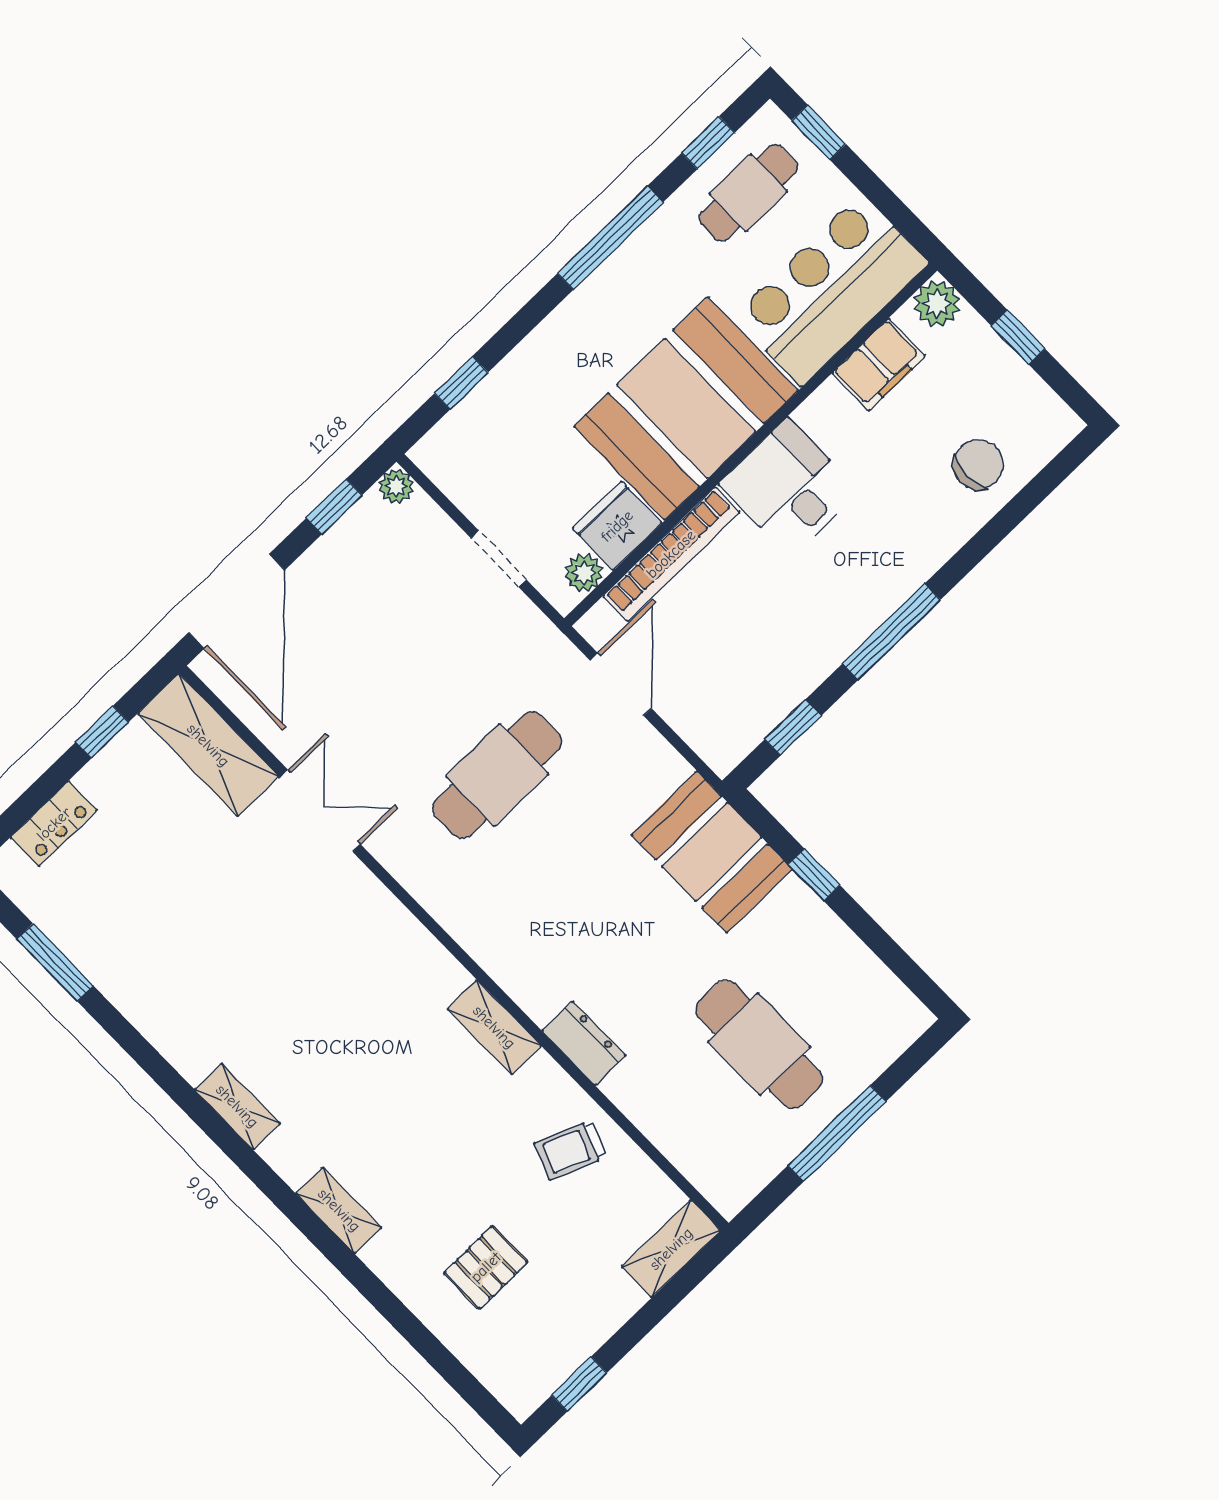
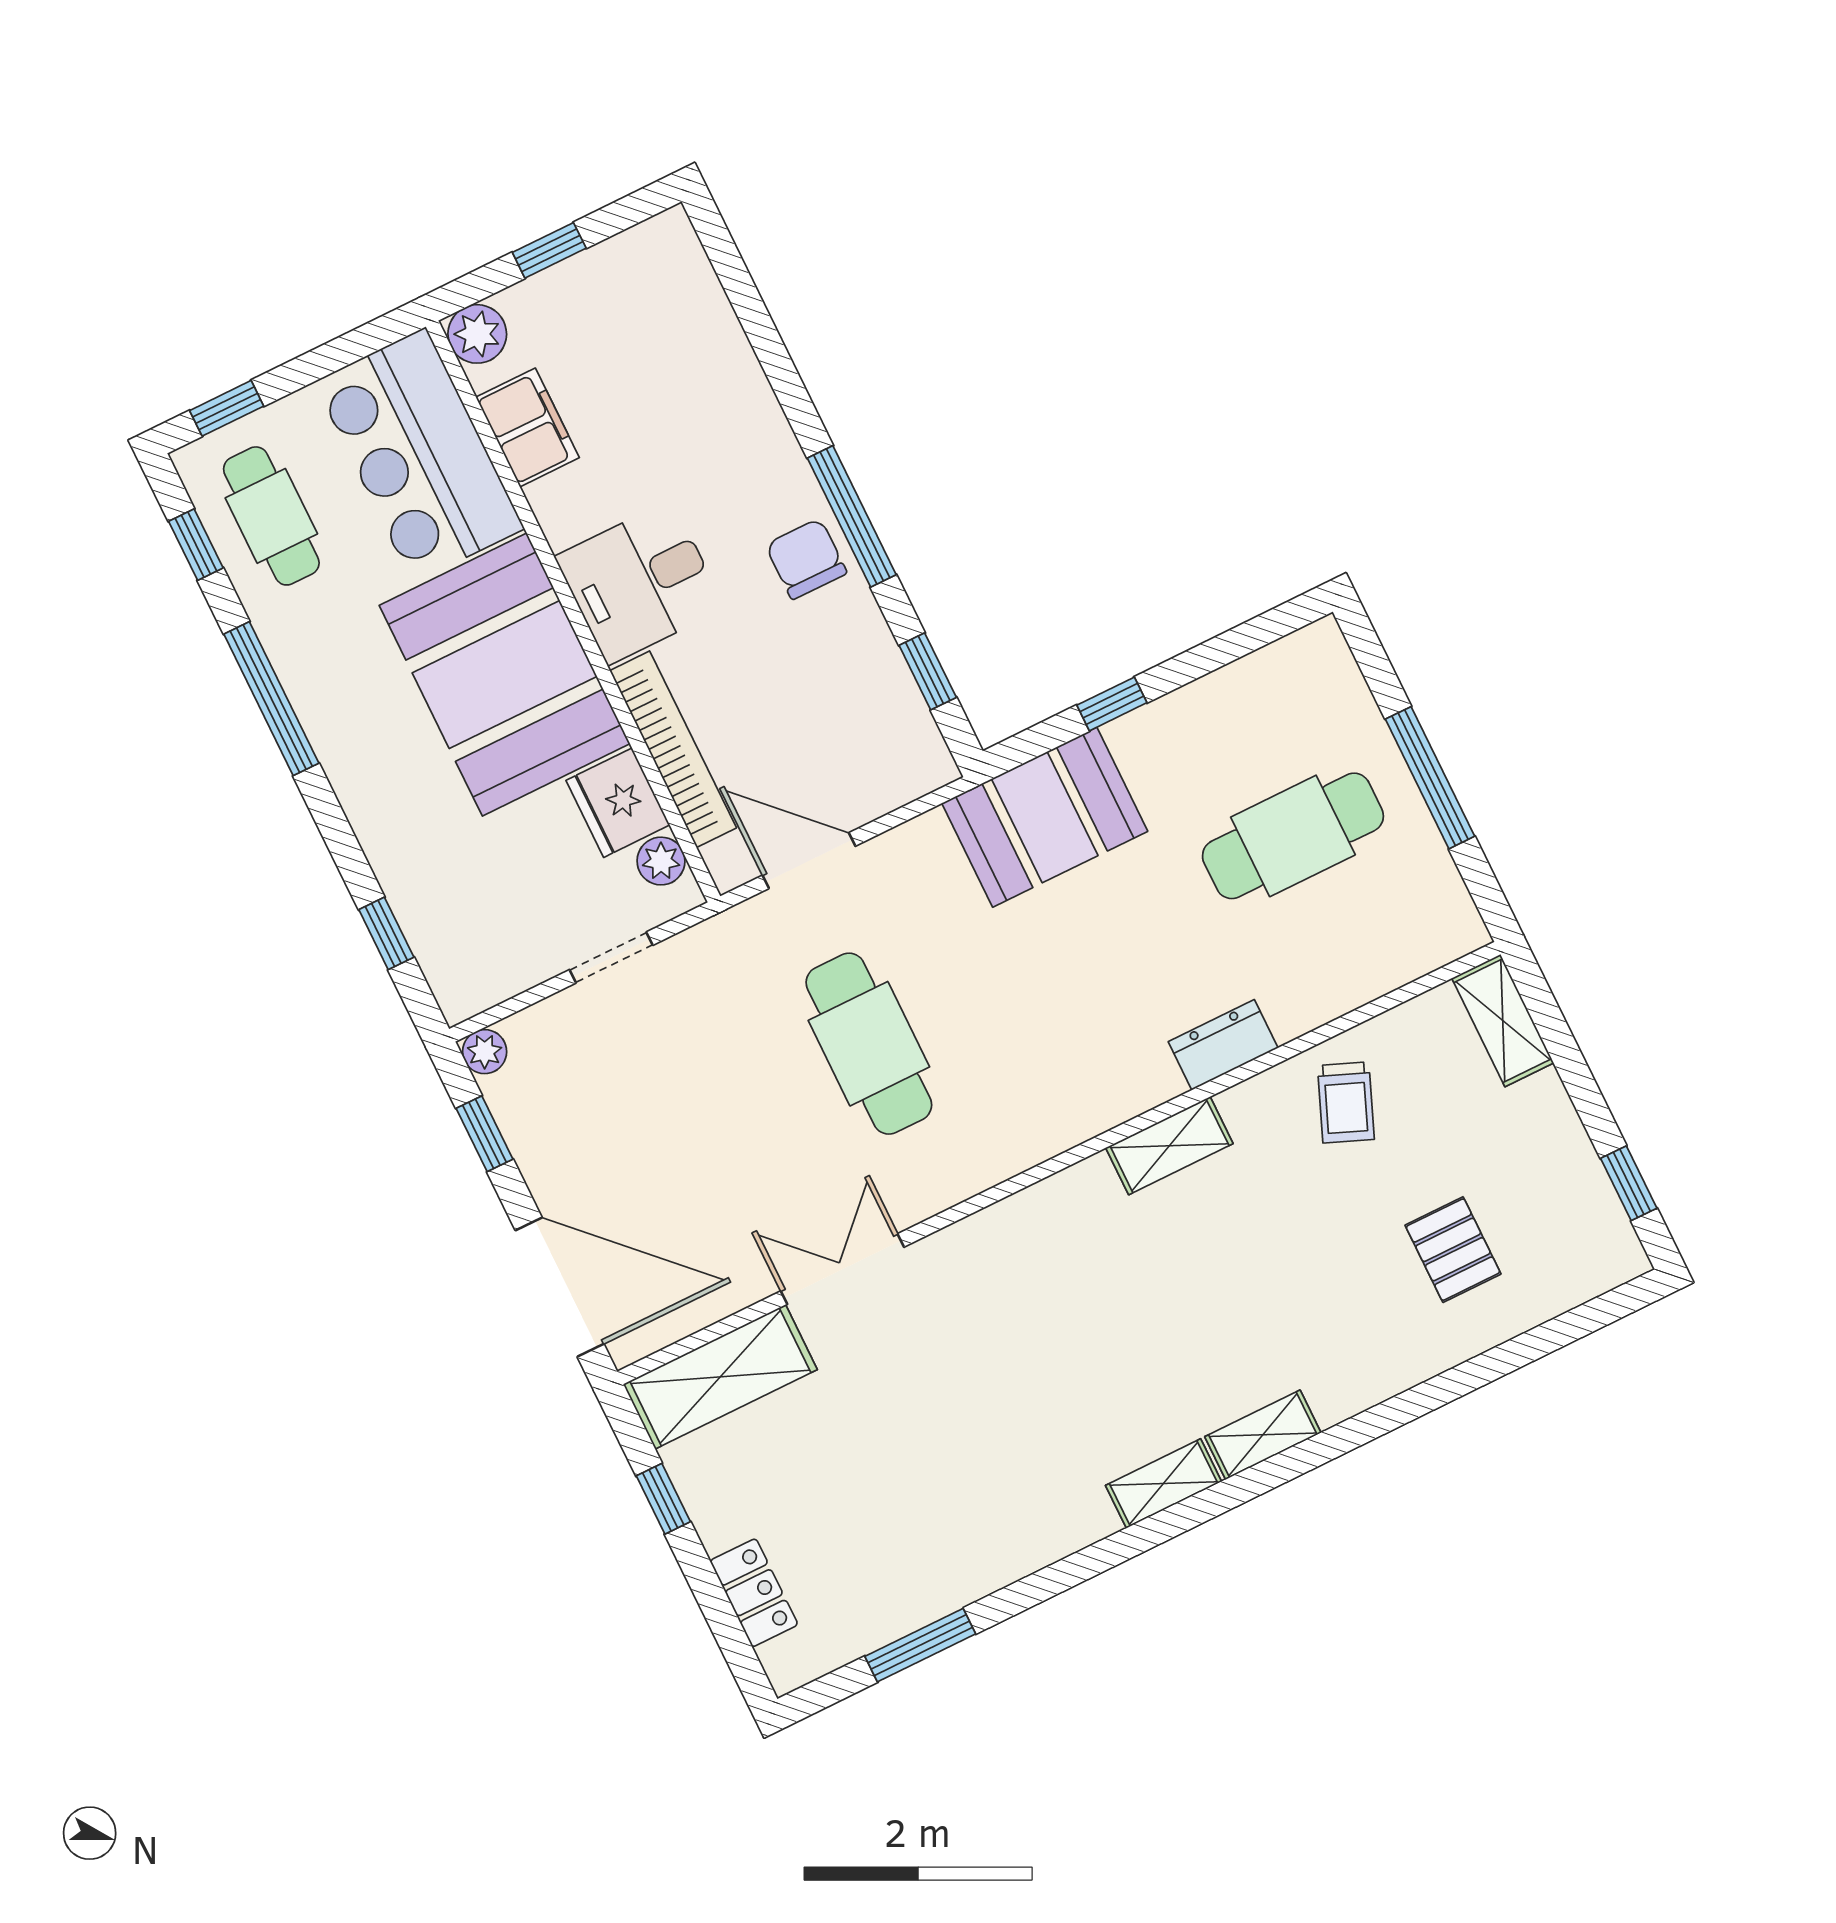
chair: (978, 465) -> (806, 559), moved
shelving: (339, 1210) -> (1263, 1435), moved

